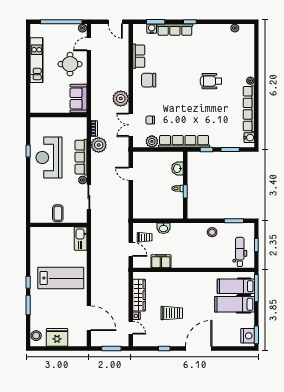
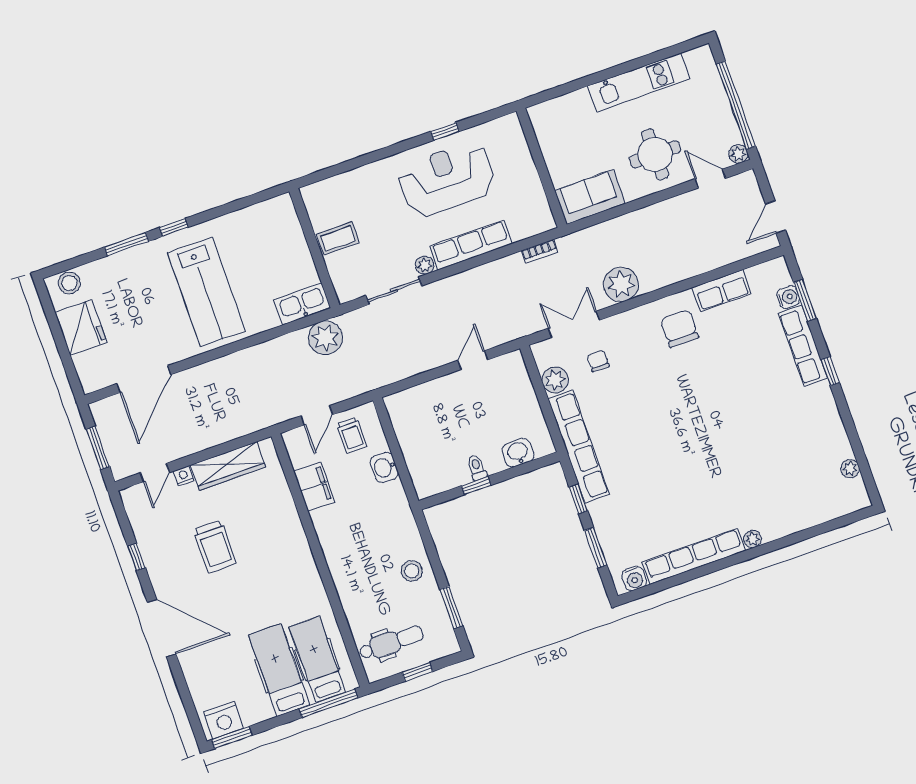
wheelchair: (211, 81) -> (723, 458), removed
plant: (99, 145) -> (325, 338), moved

